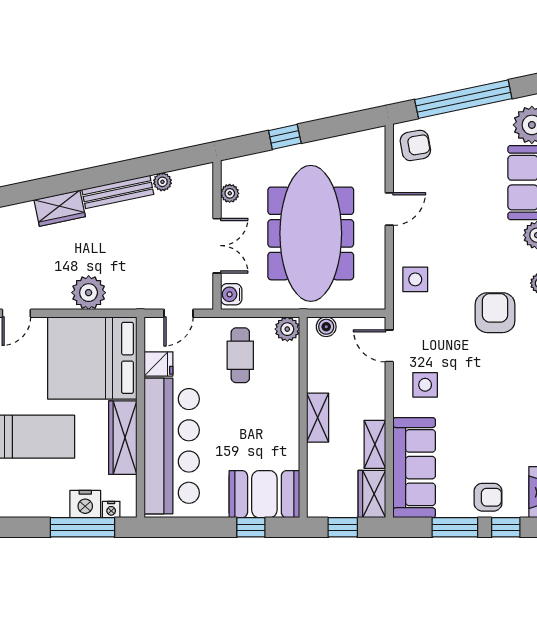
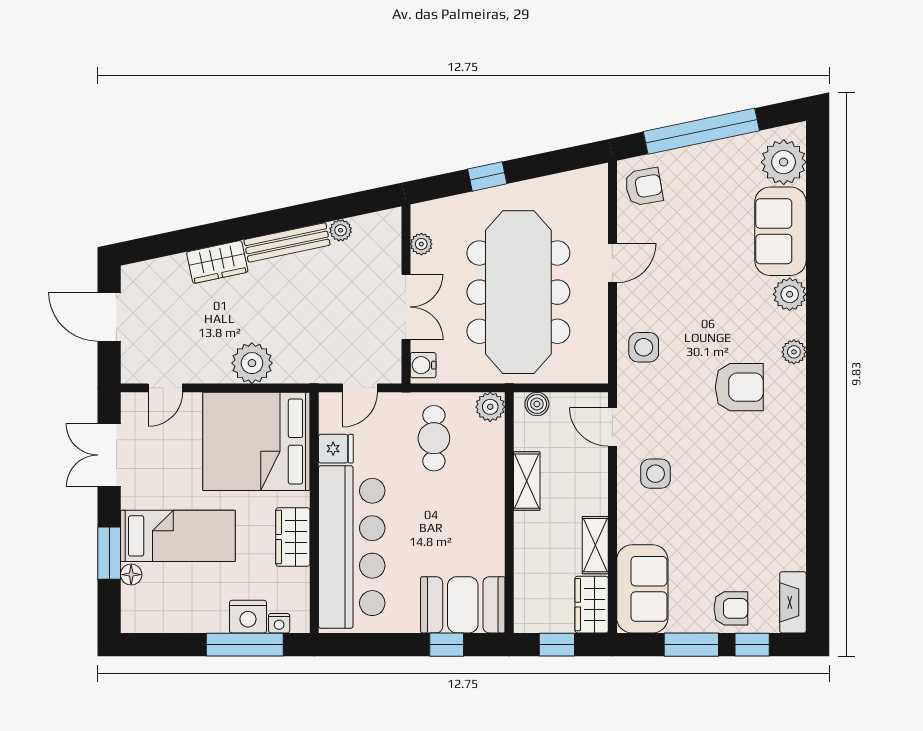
armchair: (495, 313) -> (739, 387), turned 90
shelving: (318, 418) -> (527, 481), moved
wardrobe: (123, 438) -> (293, 537), width x0.67
sofa: (414, 468) -> (642, 589), width x0.73

